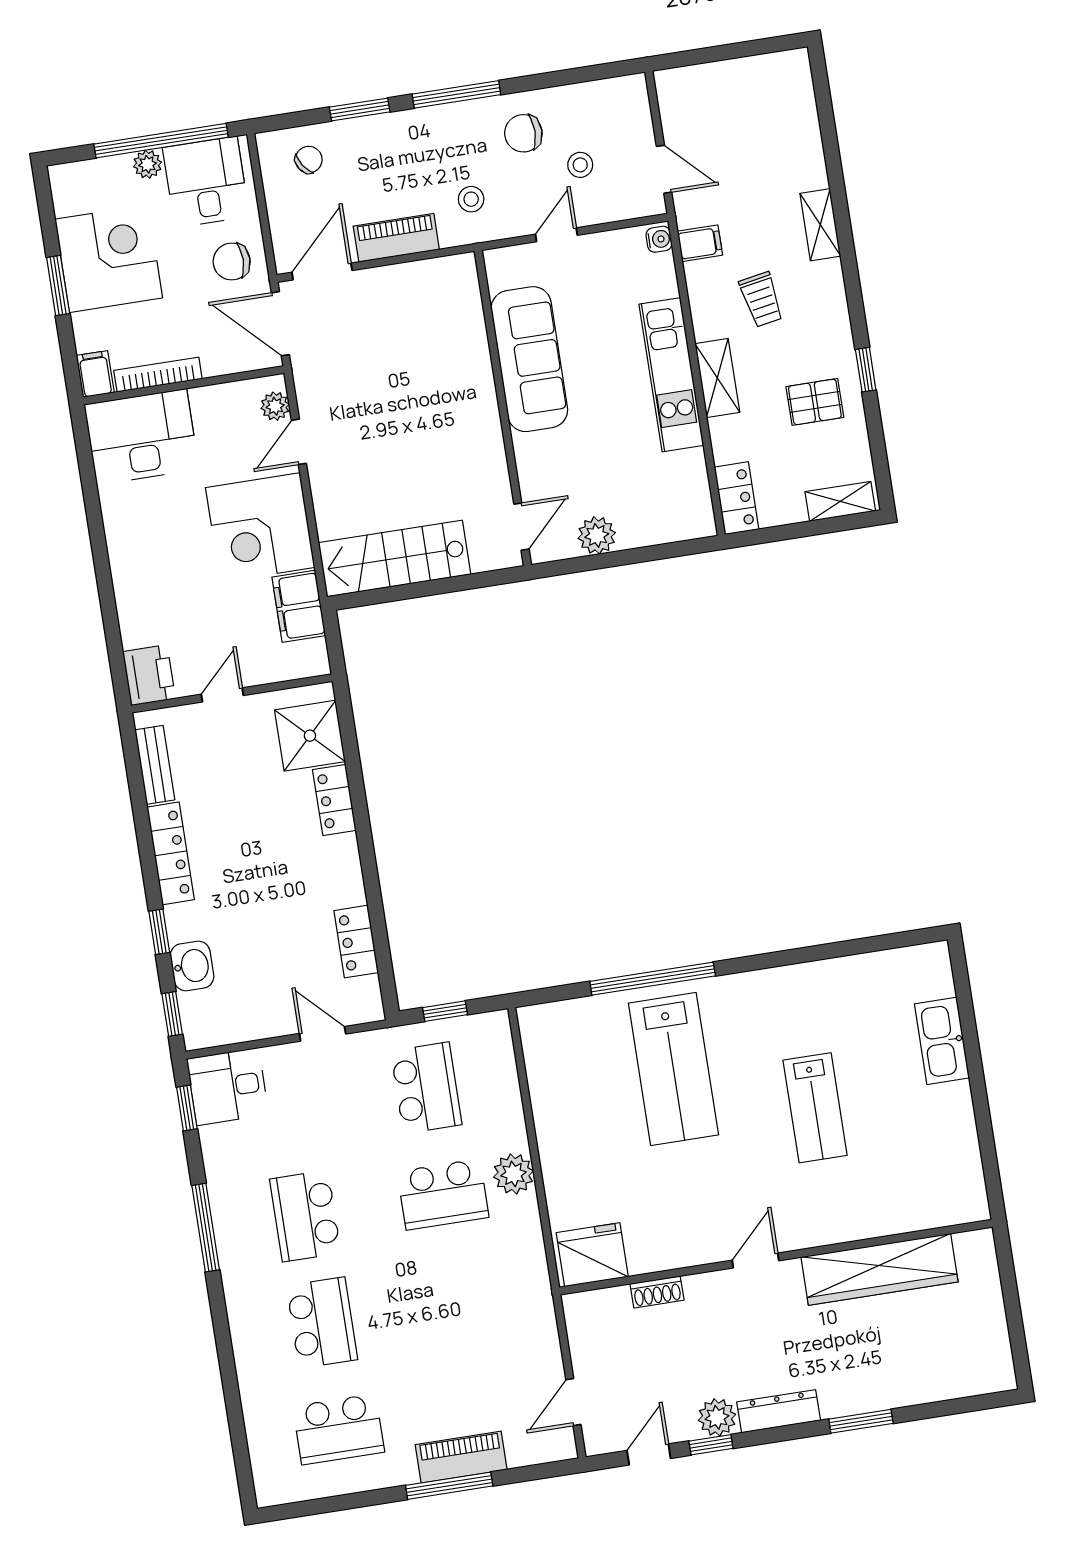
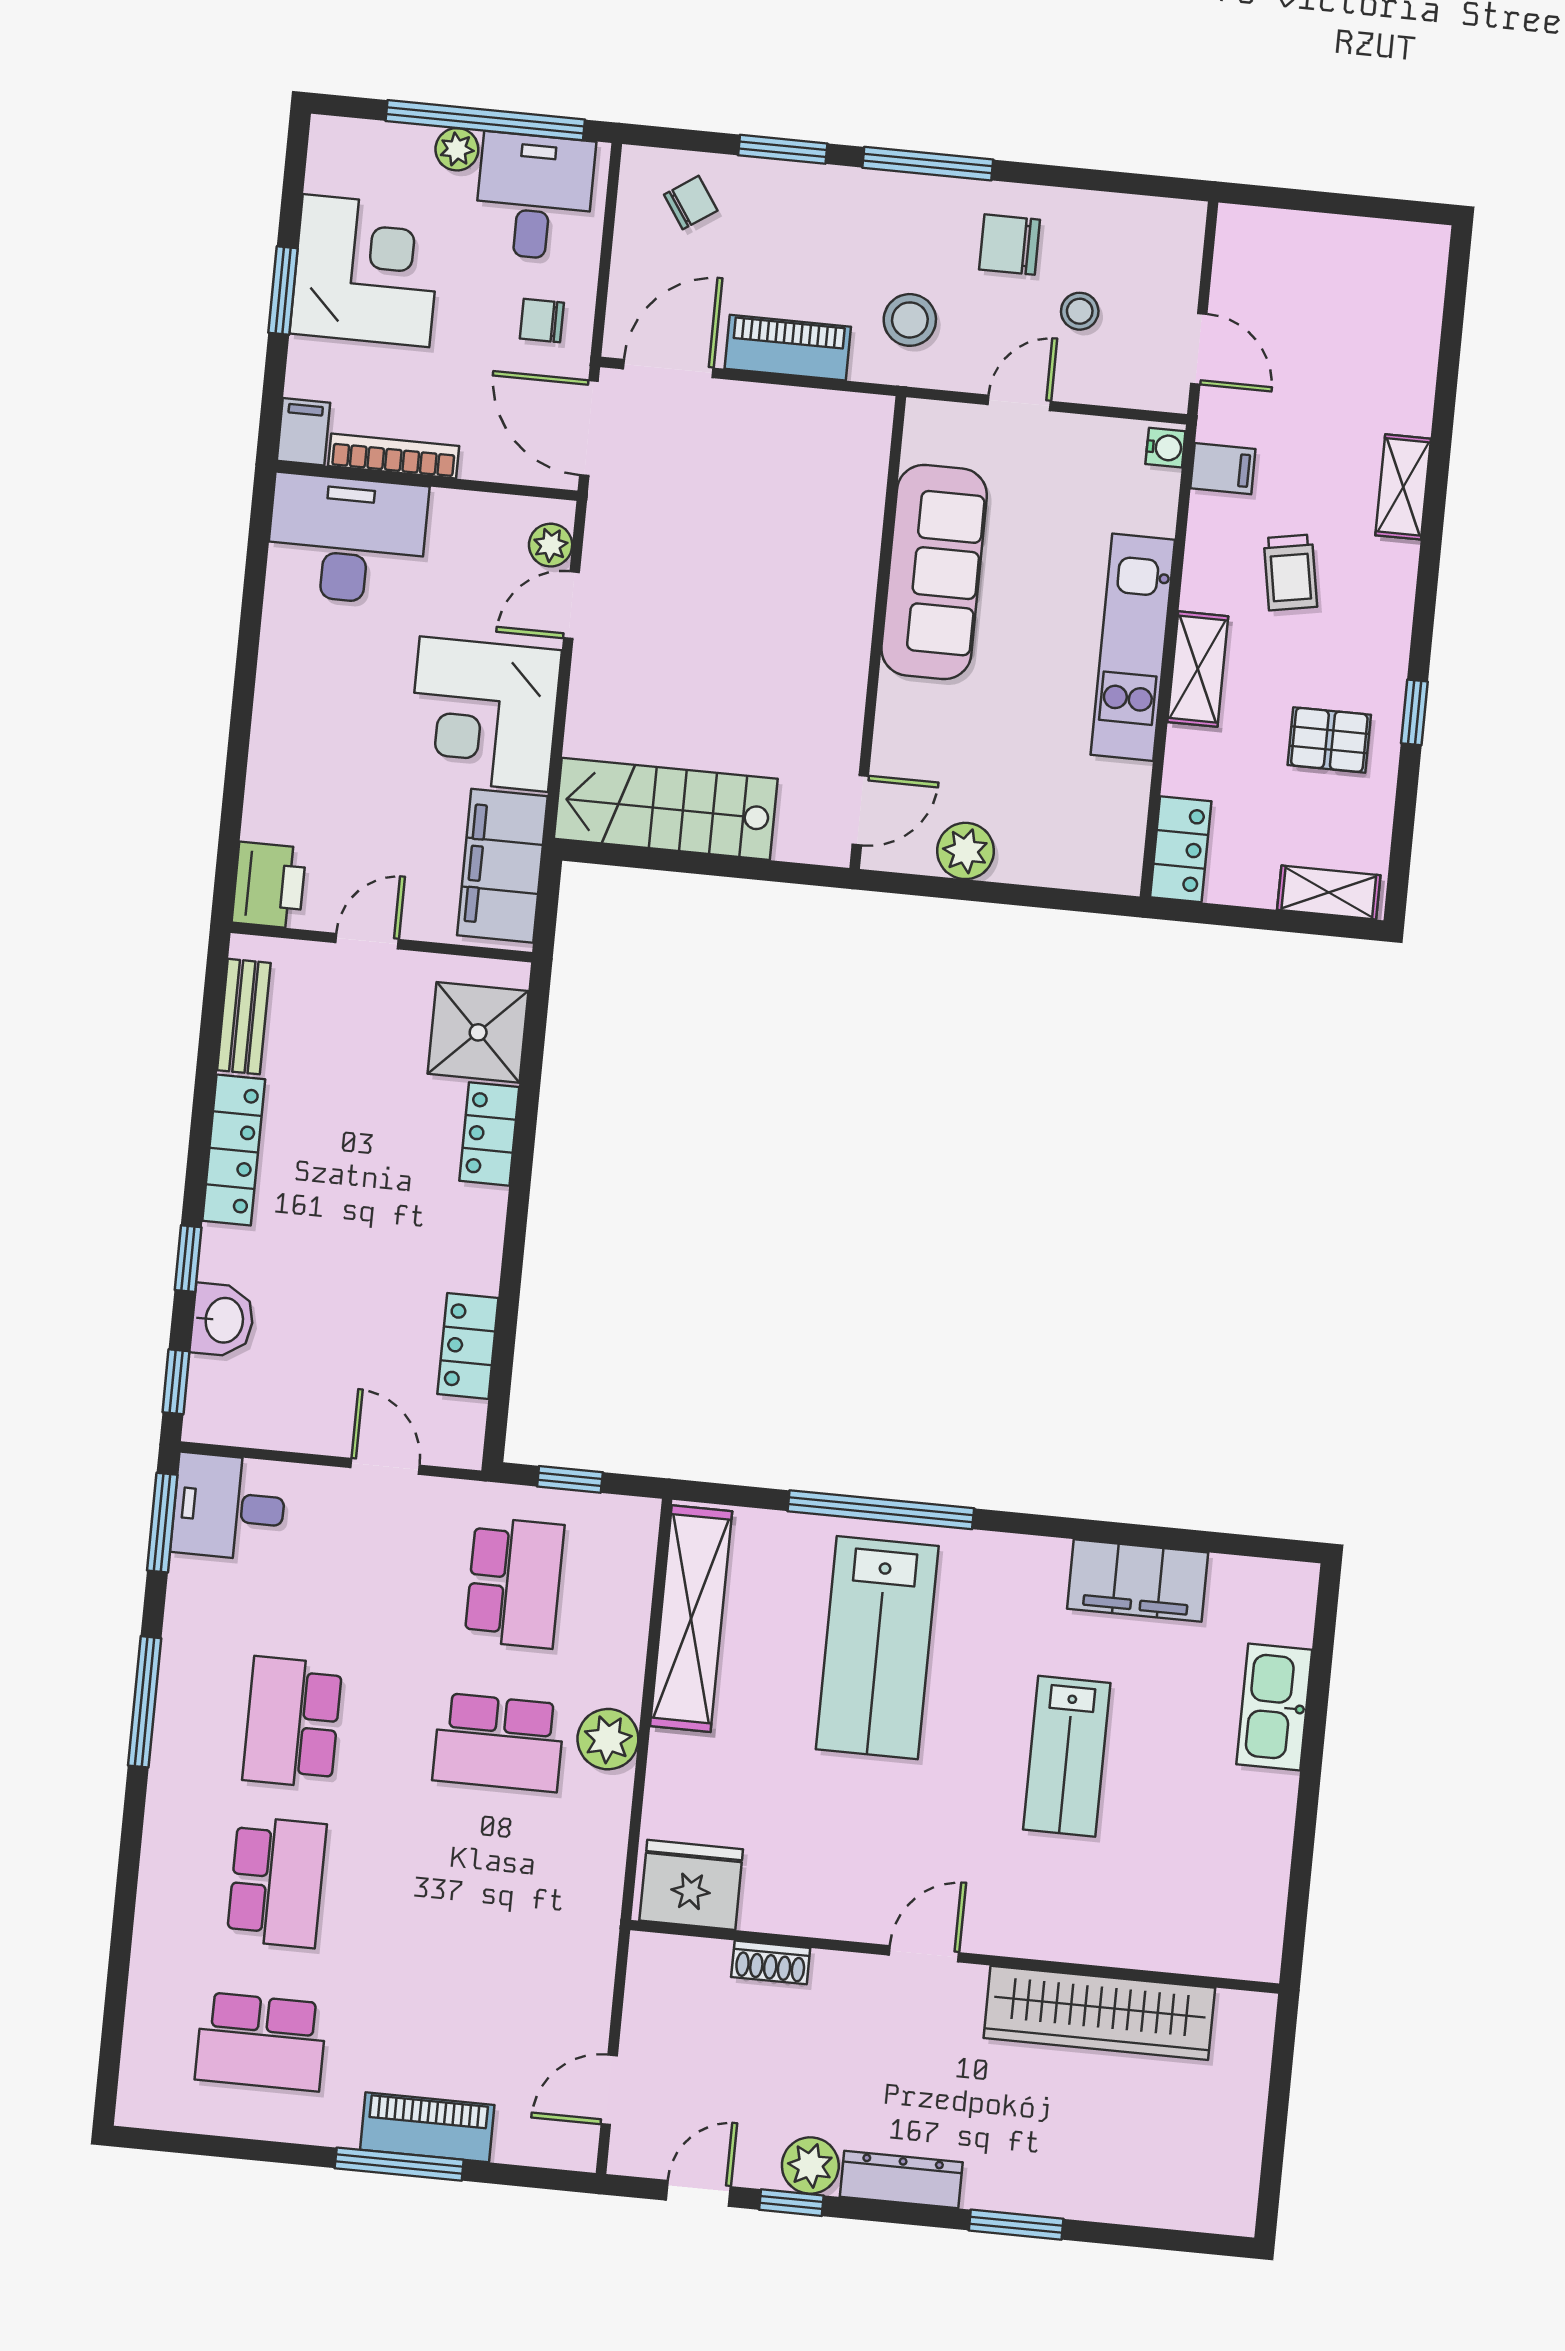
stool: (471, 199) -> (910, 320), width x1.37, depth x1.37
chair: (232, 262) -> (542, 321), width x0.73, depth x0.73
filing cabinet: (299, 606) -> (502, 866), width x1.50, depth x1.17
filing cabinet: (832, 981) -> (1138, 1581), added
shelving: (547, 1081) -> (691, 1619), added
window: (187, 1108) -> (162, 1523), width x1.50

